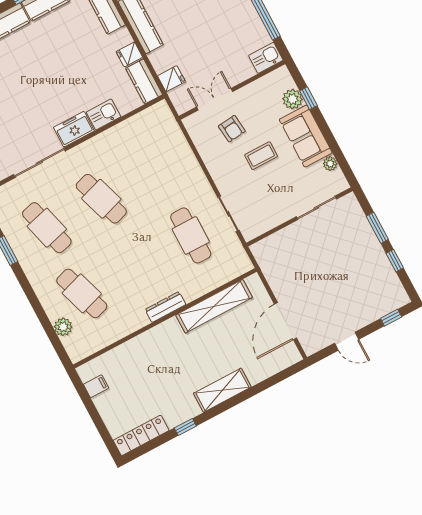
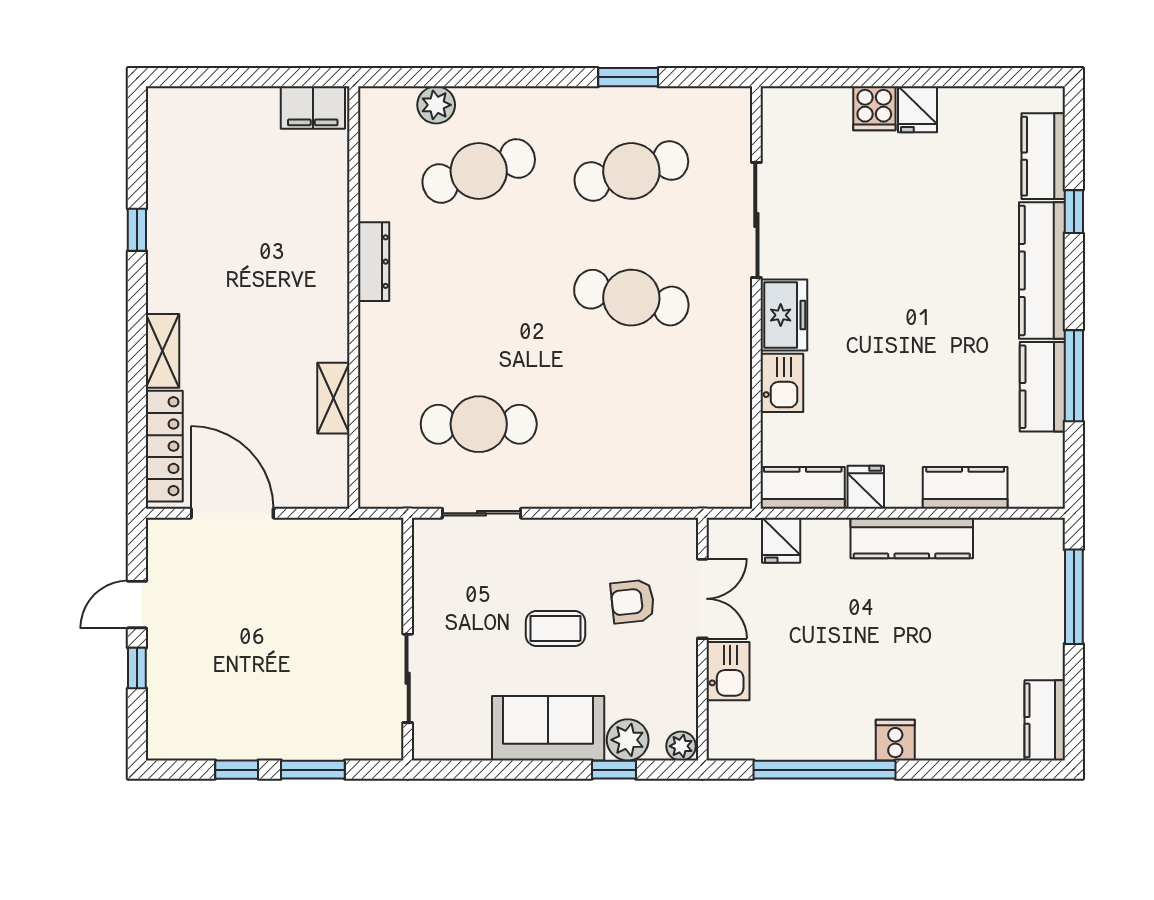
kitchen sink: (266, 58) -> (728, 671), moved
coffee table: (261, 156) -> (555, 629), turned 90
plant: (330, 164) -> (681, 746), moved
cafe table: (101, 199) -> (631, 298), turned 30
shelving: (214, 306) -> (333, 398), width x0.45, depth x0.75
dresser: (165, 307) -> (374, 262), moved
window: (391, 318) -> (137, 668), moved
filing cabinet: (96, 386) -> (313, 108), width x2.00
shelving: (222, 390) -> (163, 351), width x0.67, depth x0.75
locker: (141, 435) -> (164, 446), moved

